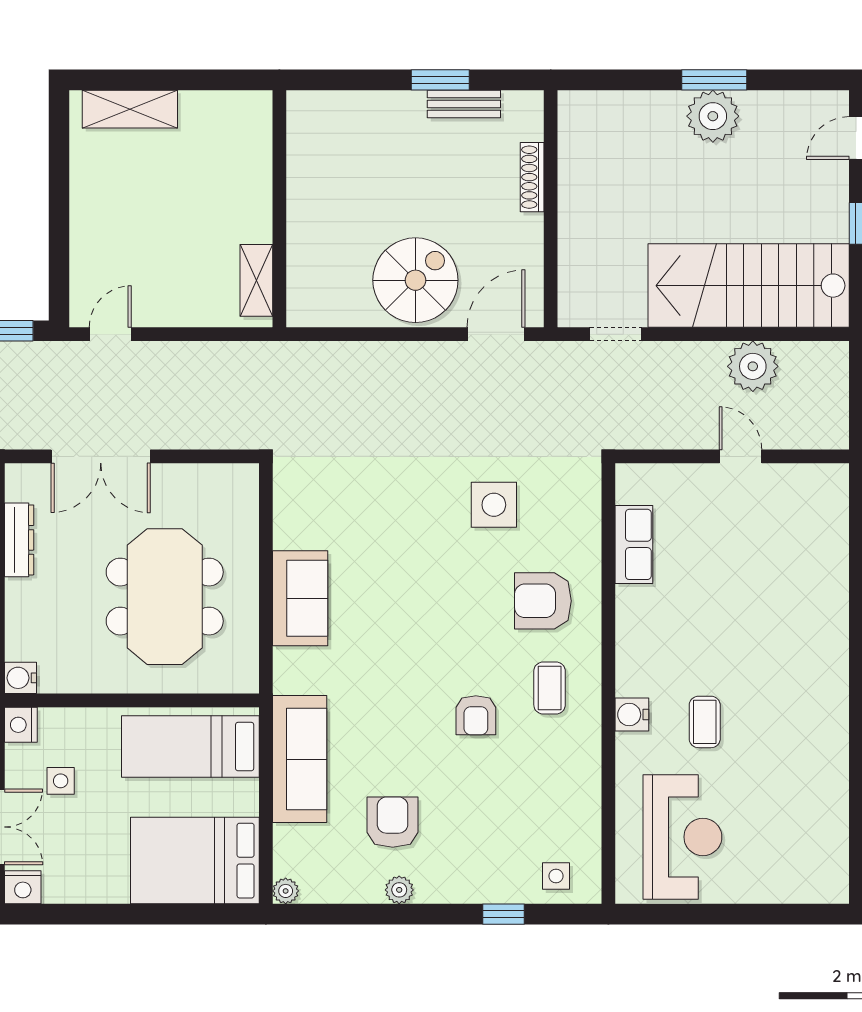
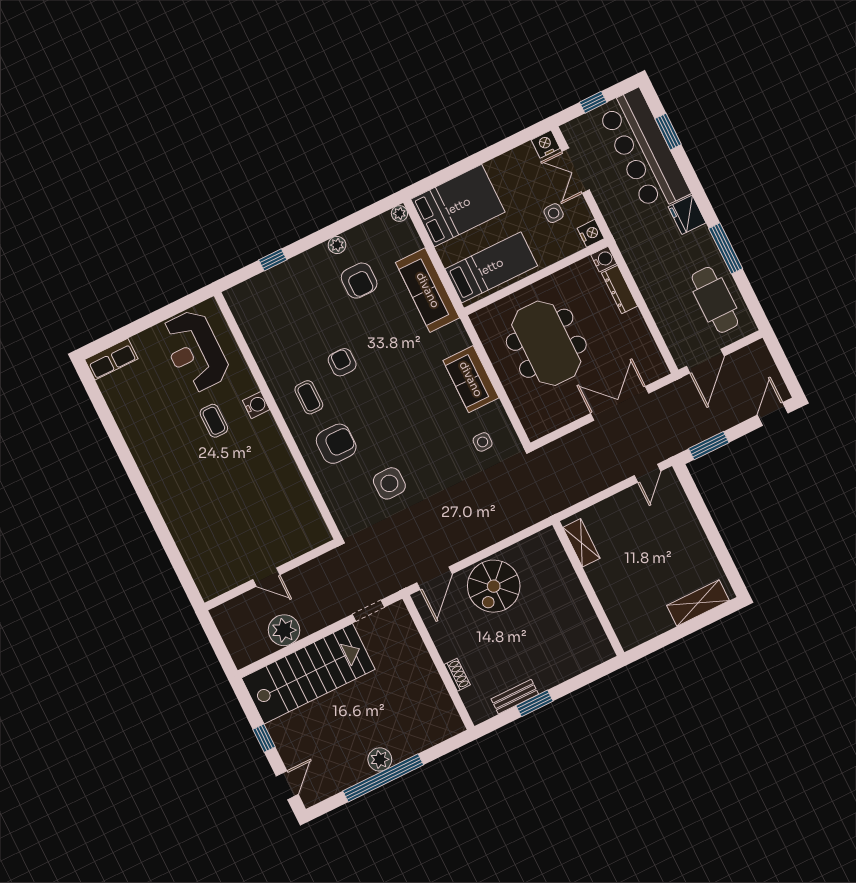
window: (714, 80) -> (383, 778), width x2.11
plant: (713, 116) -> (380, 759), width x0.73, depth x0.73
shoe rack: (532, 177) -> (457, 675), width x0.70
dresser: (19, 540) -> (620, 290), moved
row of seats: (634, 544) -> (111, 359), moved, turned -90
side table: (556, 876) -> (483, 442), moved

